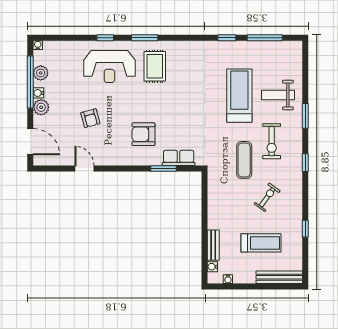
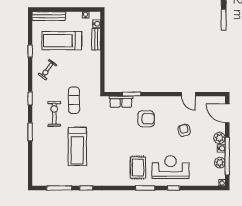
weight bench: (278, 95) -> (50, 147), removed
exercise bike: (267, 197) -> (47, 70), moved
treadmill: (261, 243) -> (62, 41), width x1.37, depth x1.38

